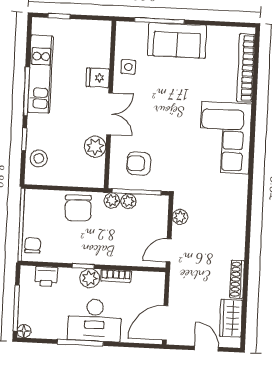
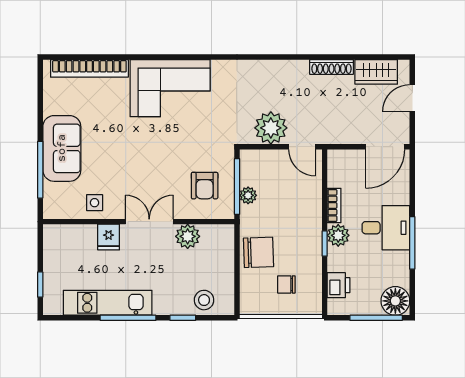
plant: (112, 201) -> (248, 214), removed
plant: (180, 217) -> (271, 128), width x1.87, depth x1.87
chair: (33, 245) -> (286, 284), moved
desk: (94, 320) -> (386, 228), width x0.73
door: (165, 323) -> (385, 147), hinge flipped
floor lamp: (24, 331) -> (395, 301), width x1.89, depth x1.89

